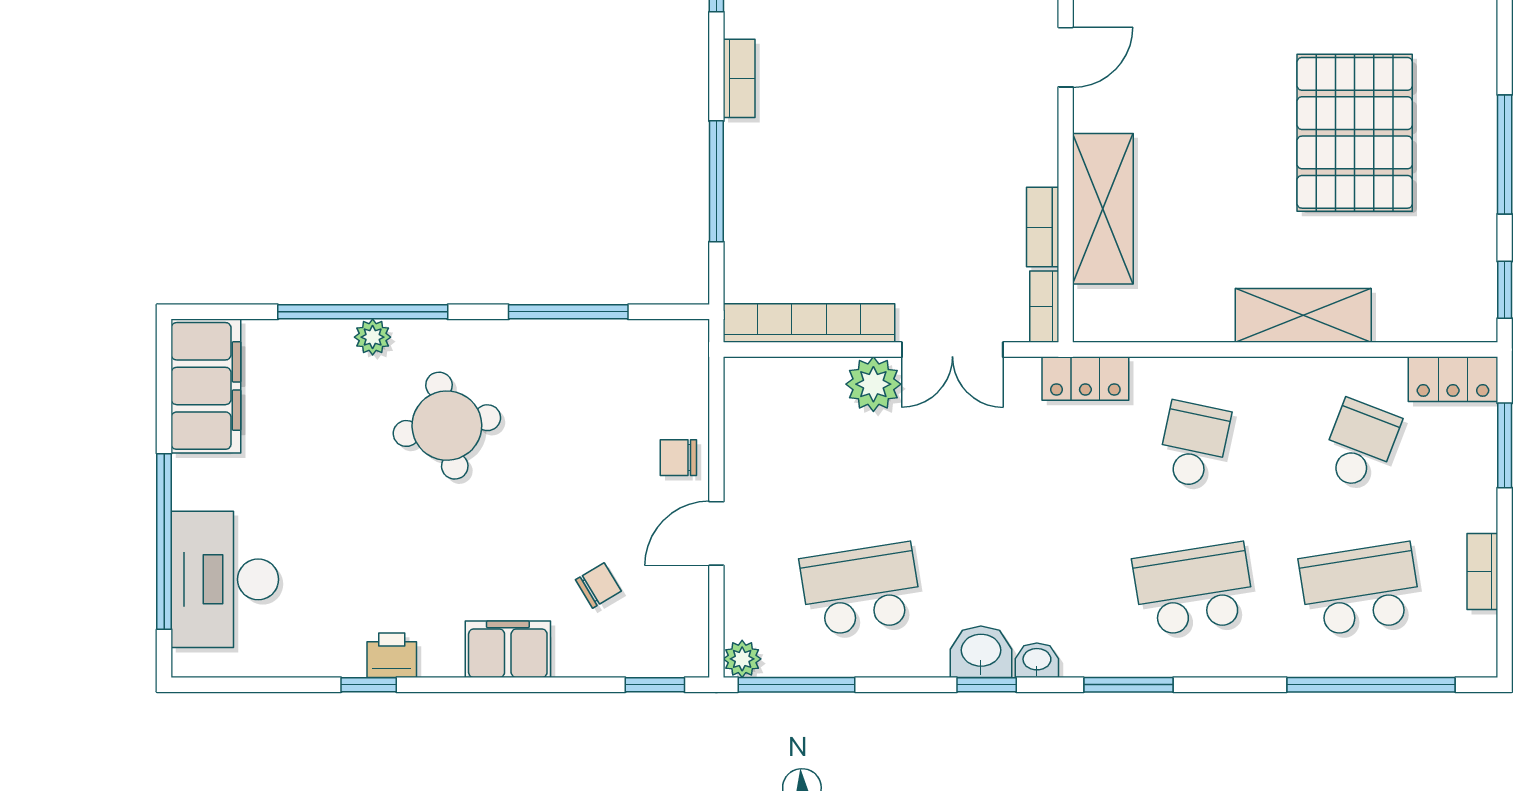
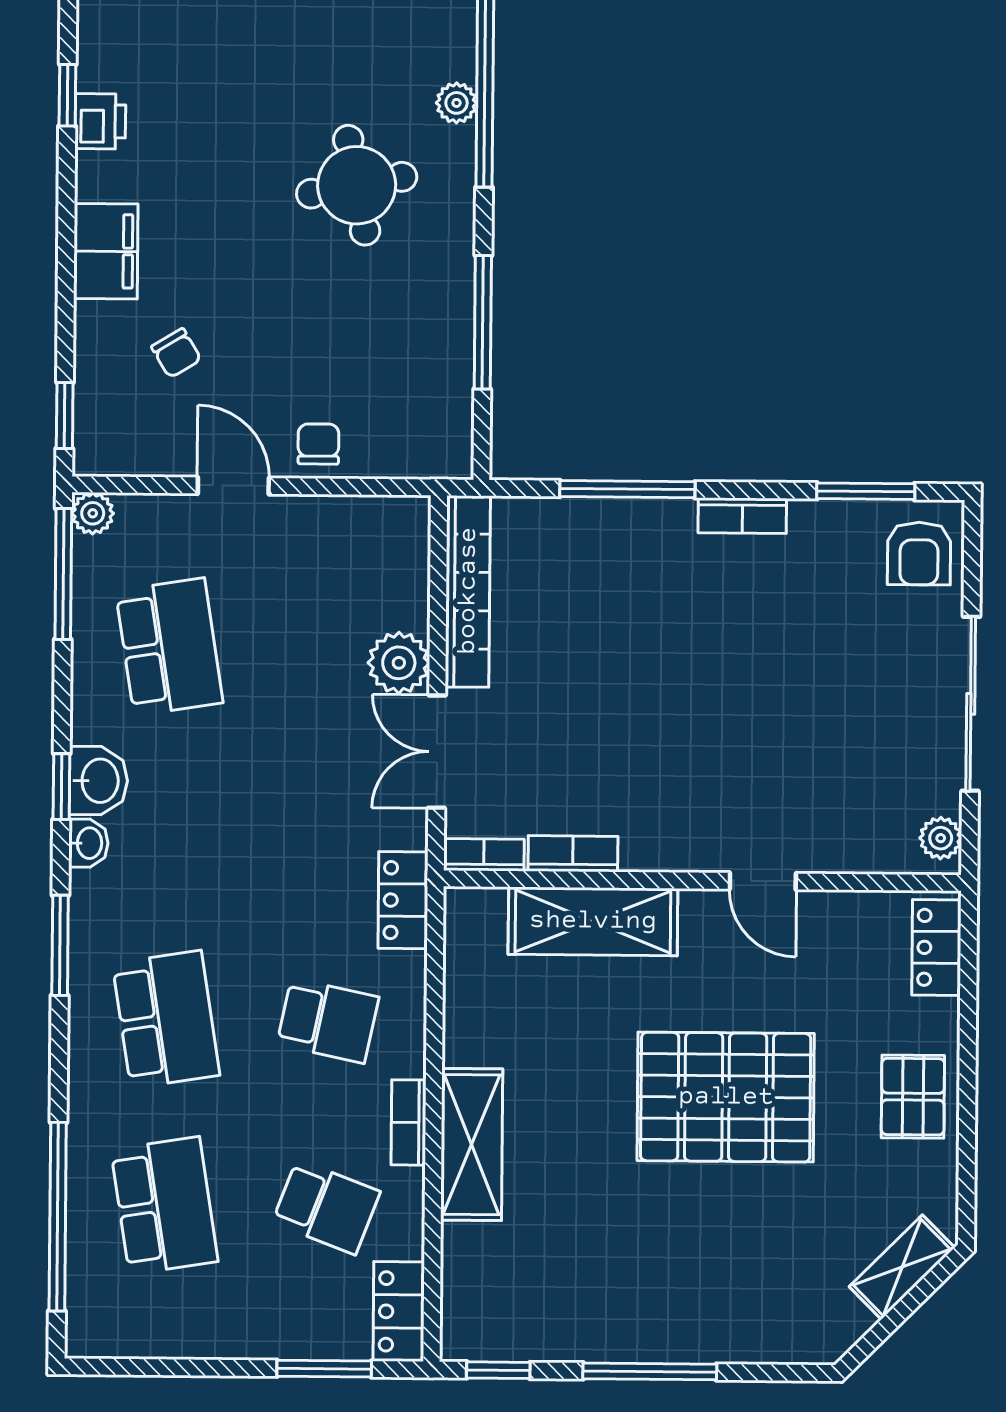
pallet: (1355, 133) -> (726, 1097), moved
bookcase: (1482, 572) -> (409, 1122), moved, turned -90

